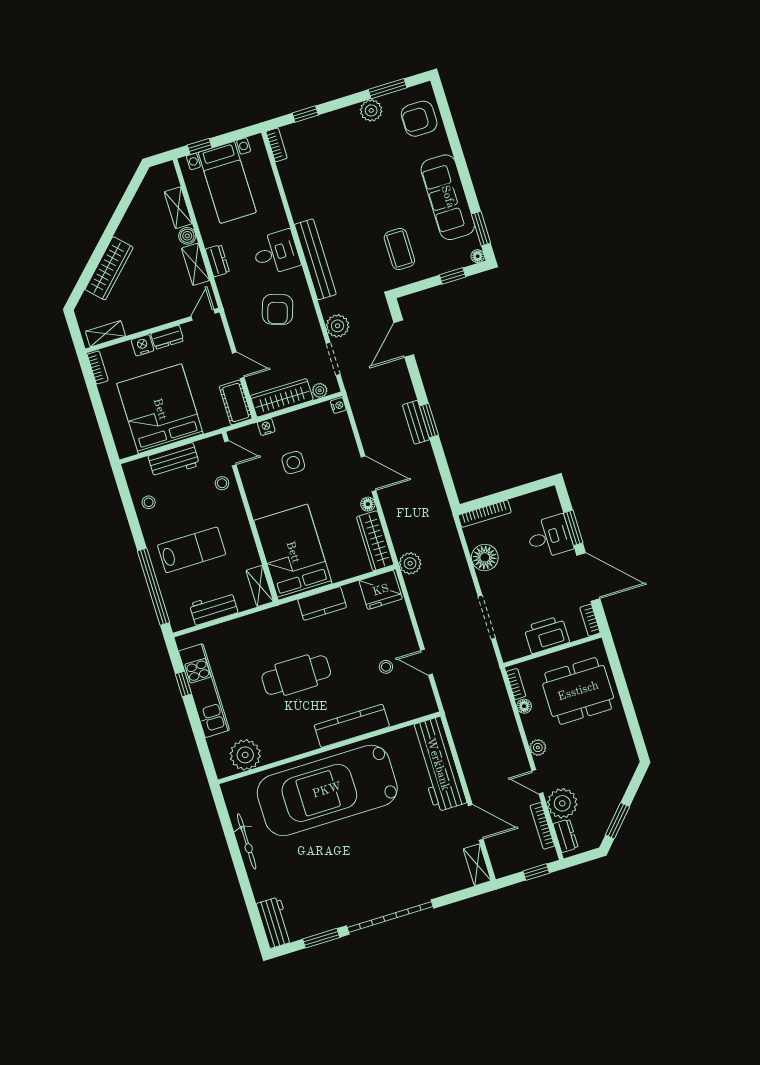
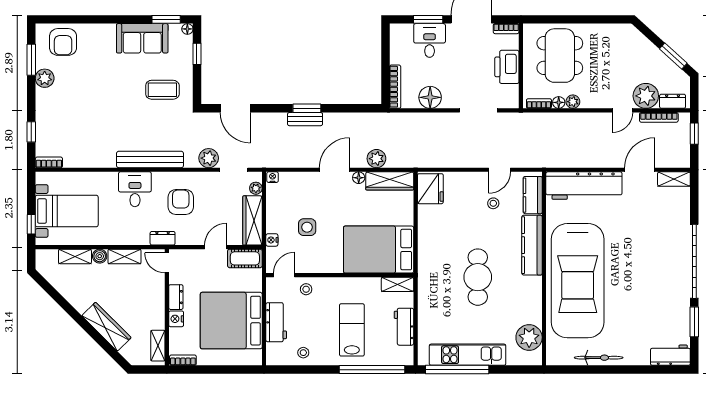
sofa: (448, 197) -> (142, 38), width x0.73
dresser: (217, 261) -> (163, 238), moved
armchair: (278, 309) -> (181, 202), turned -108
plant: (410, 563) -> (376, 159), moved
kitchen counter: (322, 603) -> (533, 195), moved, turned 180
window: (183, 684) -> (457, 370), width x3.17
plant: (538, 748) -> (573, 102), moved

